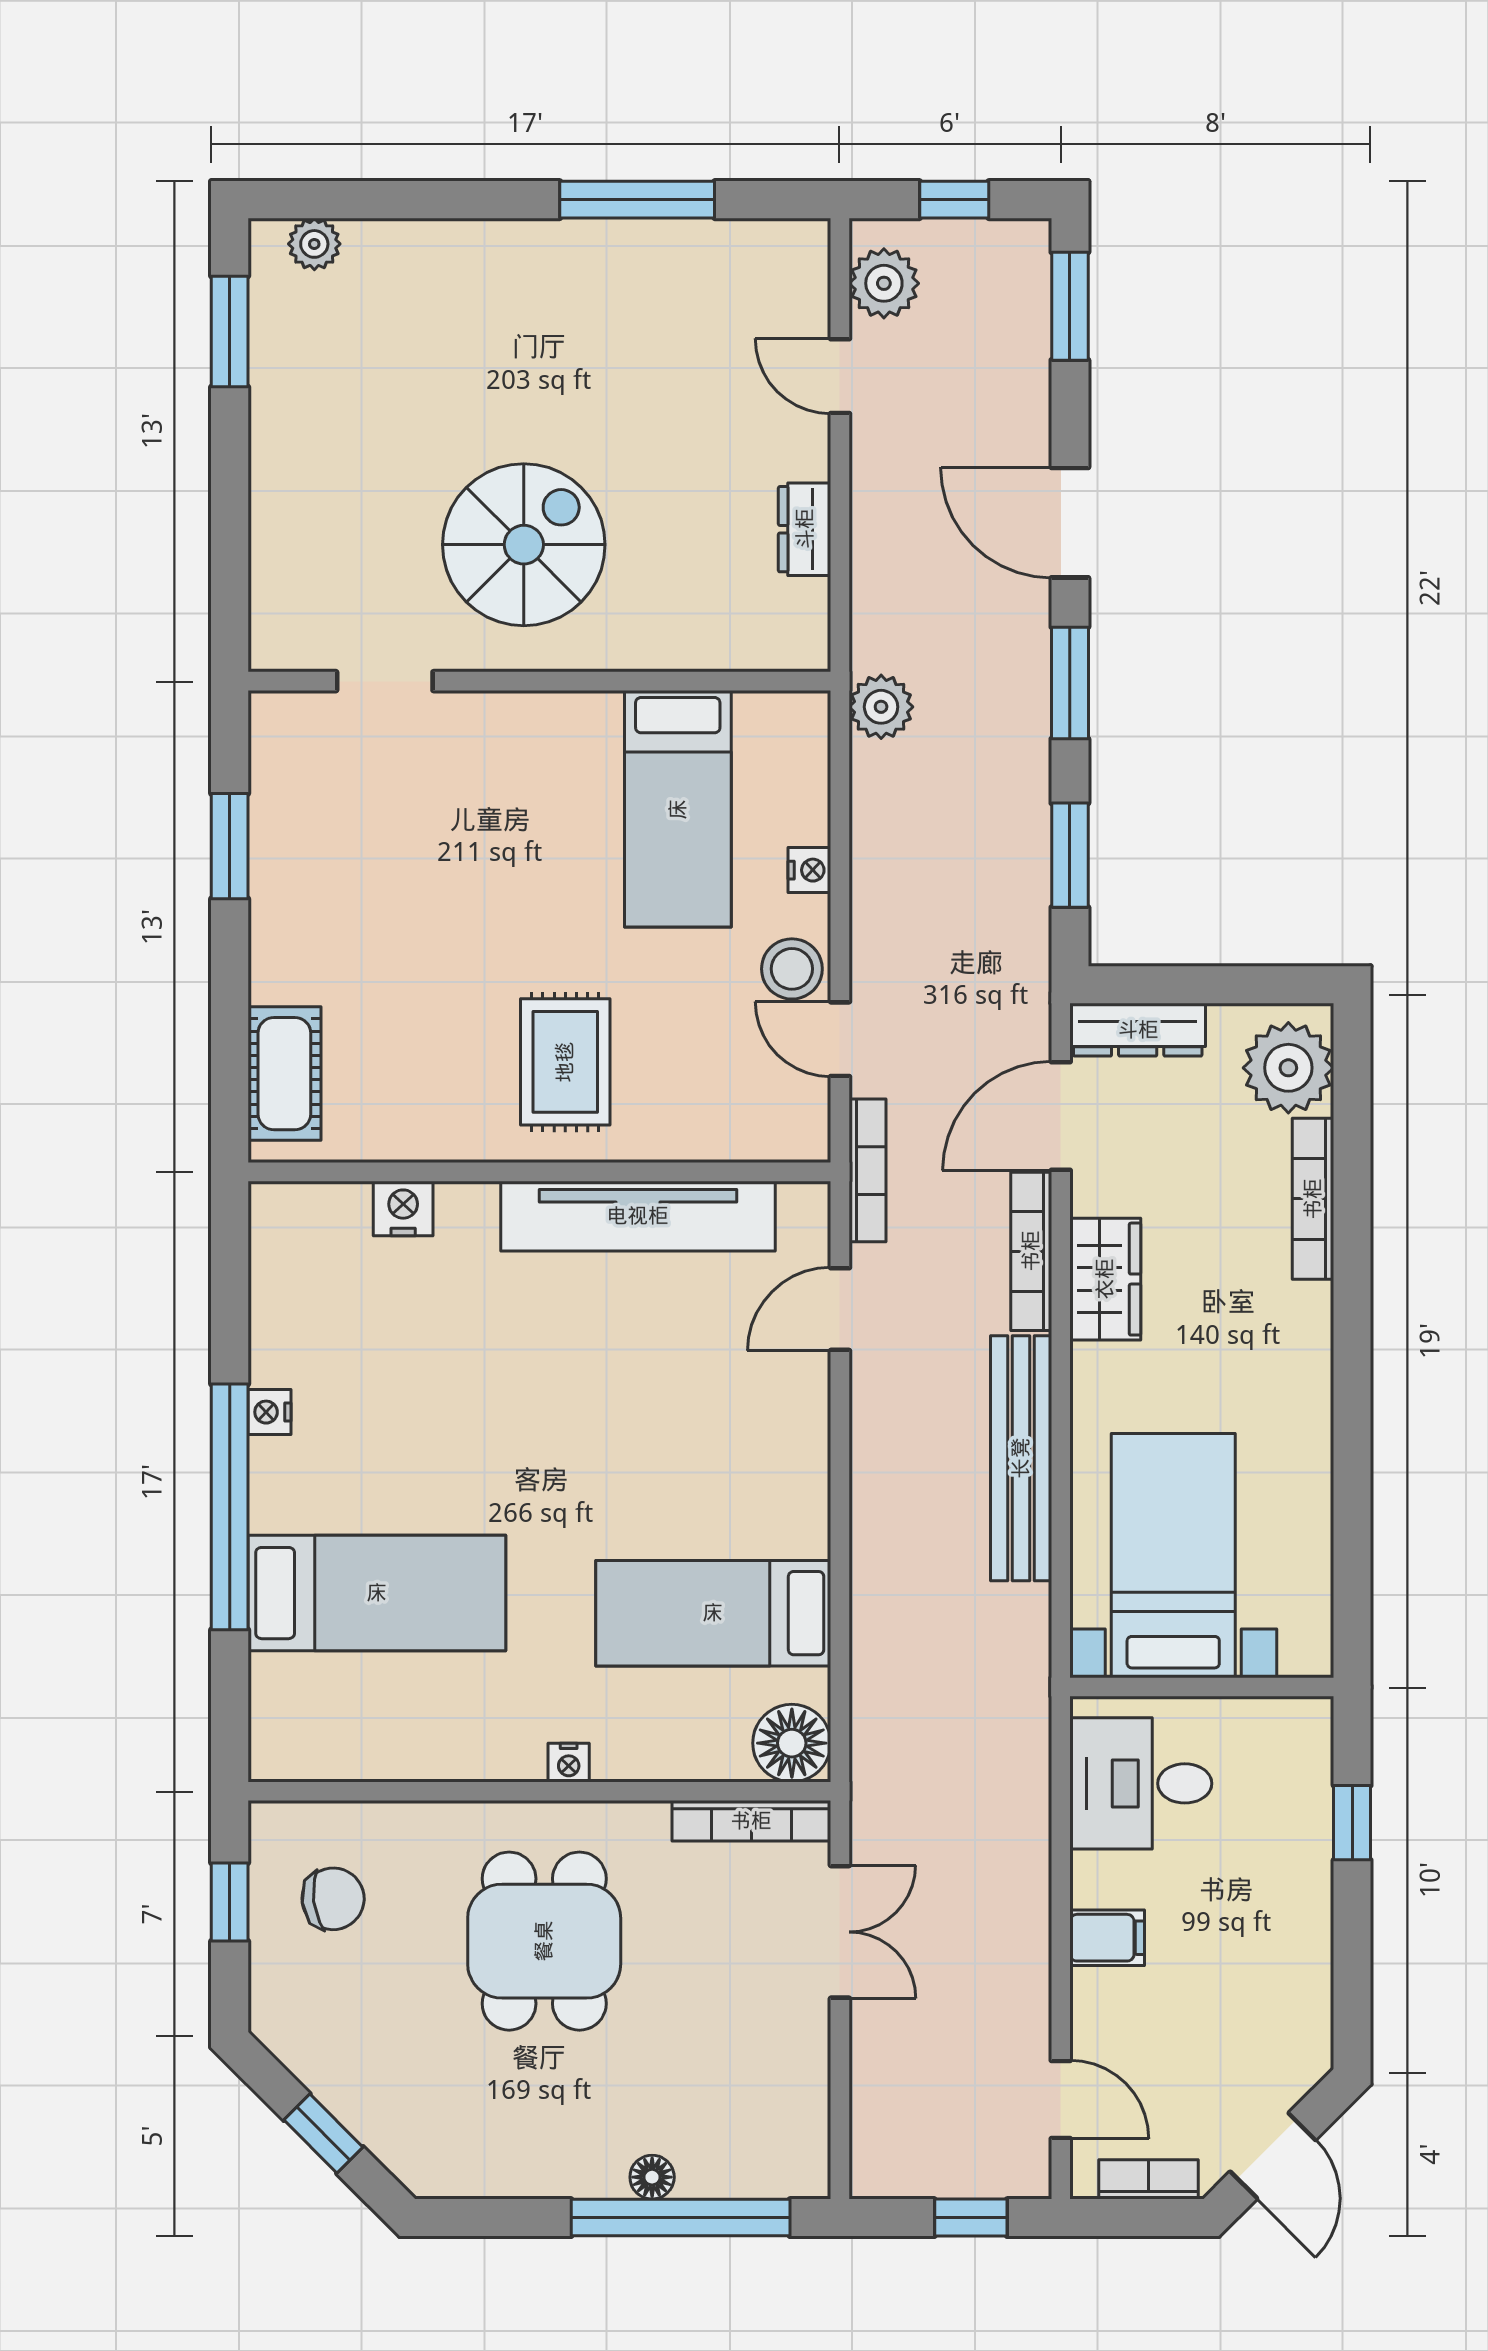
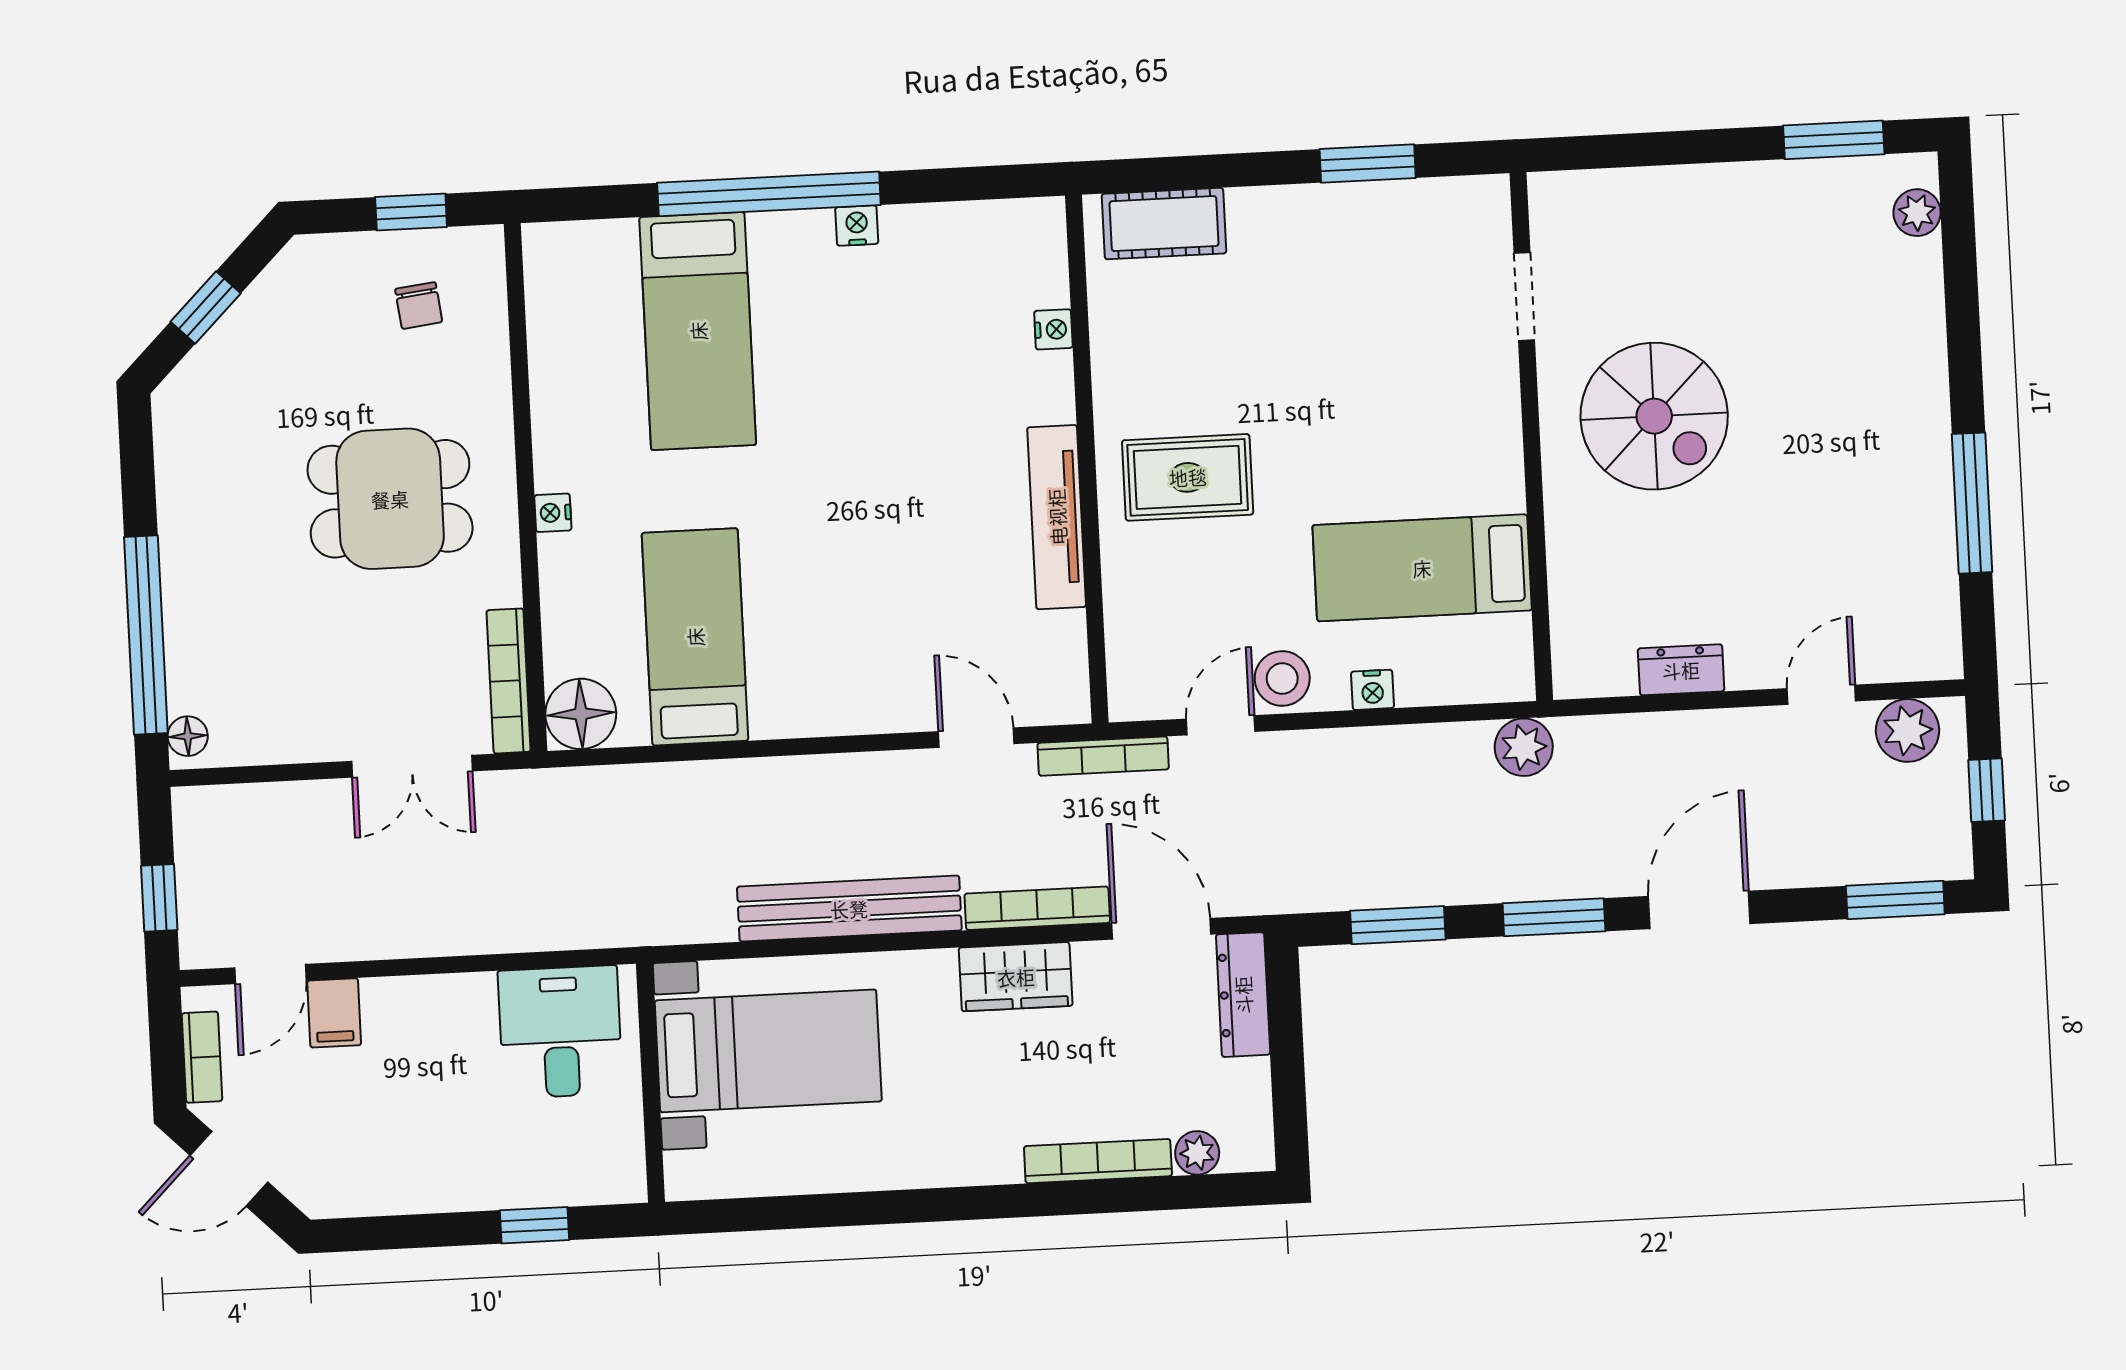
plant: (1288, 1068) -> (1197, 1153), width x0.53, depth x0.53
nightstand: (403, 1208) -> (1053, 329), width x0.72, depth x0.74
tv unit: (638, 1216) -> (1057, 517), width x0.73, depth x0.78
chair: (333, 1899) -> (419, 306), width x0.73, depth x0.73
filing cabinet: (1107, 1938) -> (334, 1013), moved
floor lamp: (652, 2177) -> (188, 736), moved

